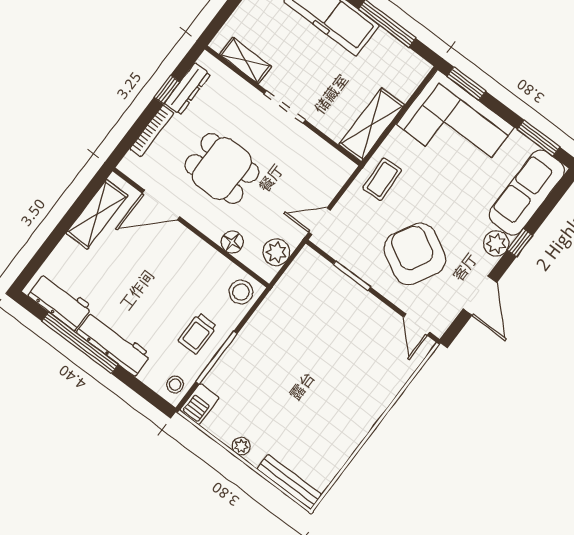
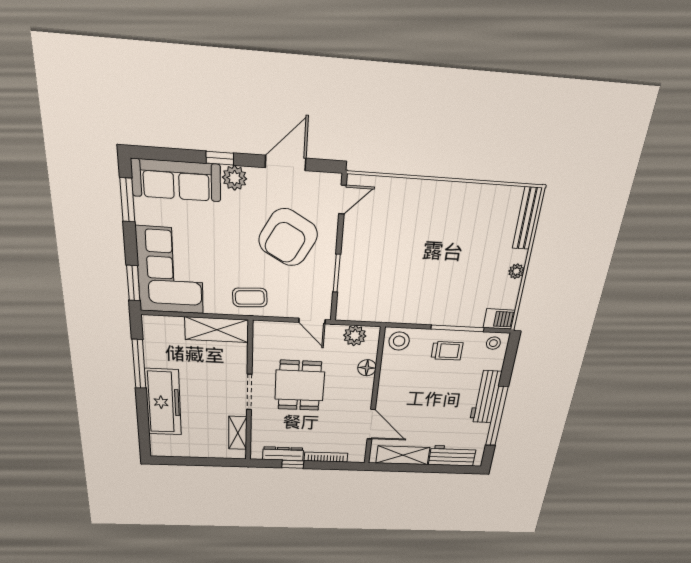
dining table: (222, 168) -> (300, 386), moved
workbench: (60, 301) -> (452, 456), moved, turned 90

